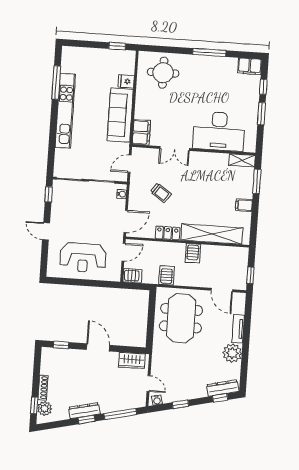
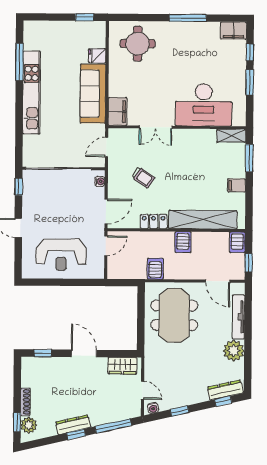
server rack: (132, 276) -> (237, 242), moved, turned 90
tv unit: (238, 329) -> (239, 317), width x1.41

